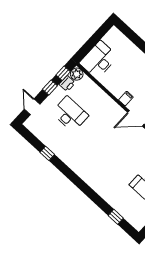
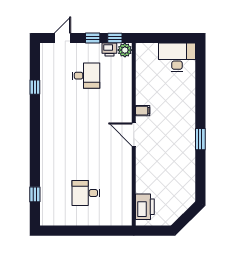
desk: (99, 60) -> (177, 57), moved
desk: (70, 114) -> (86, 76), width x0.73

